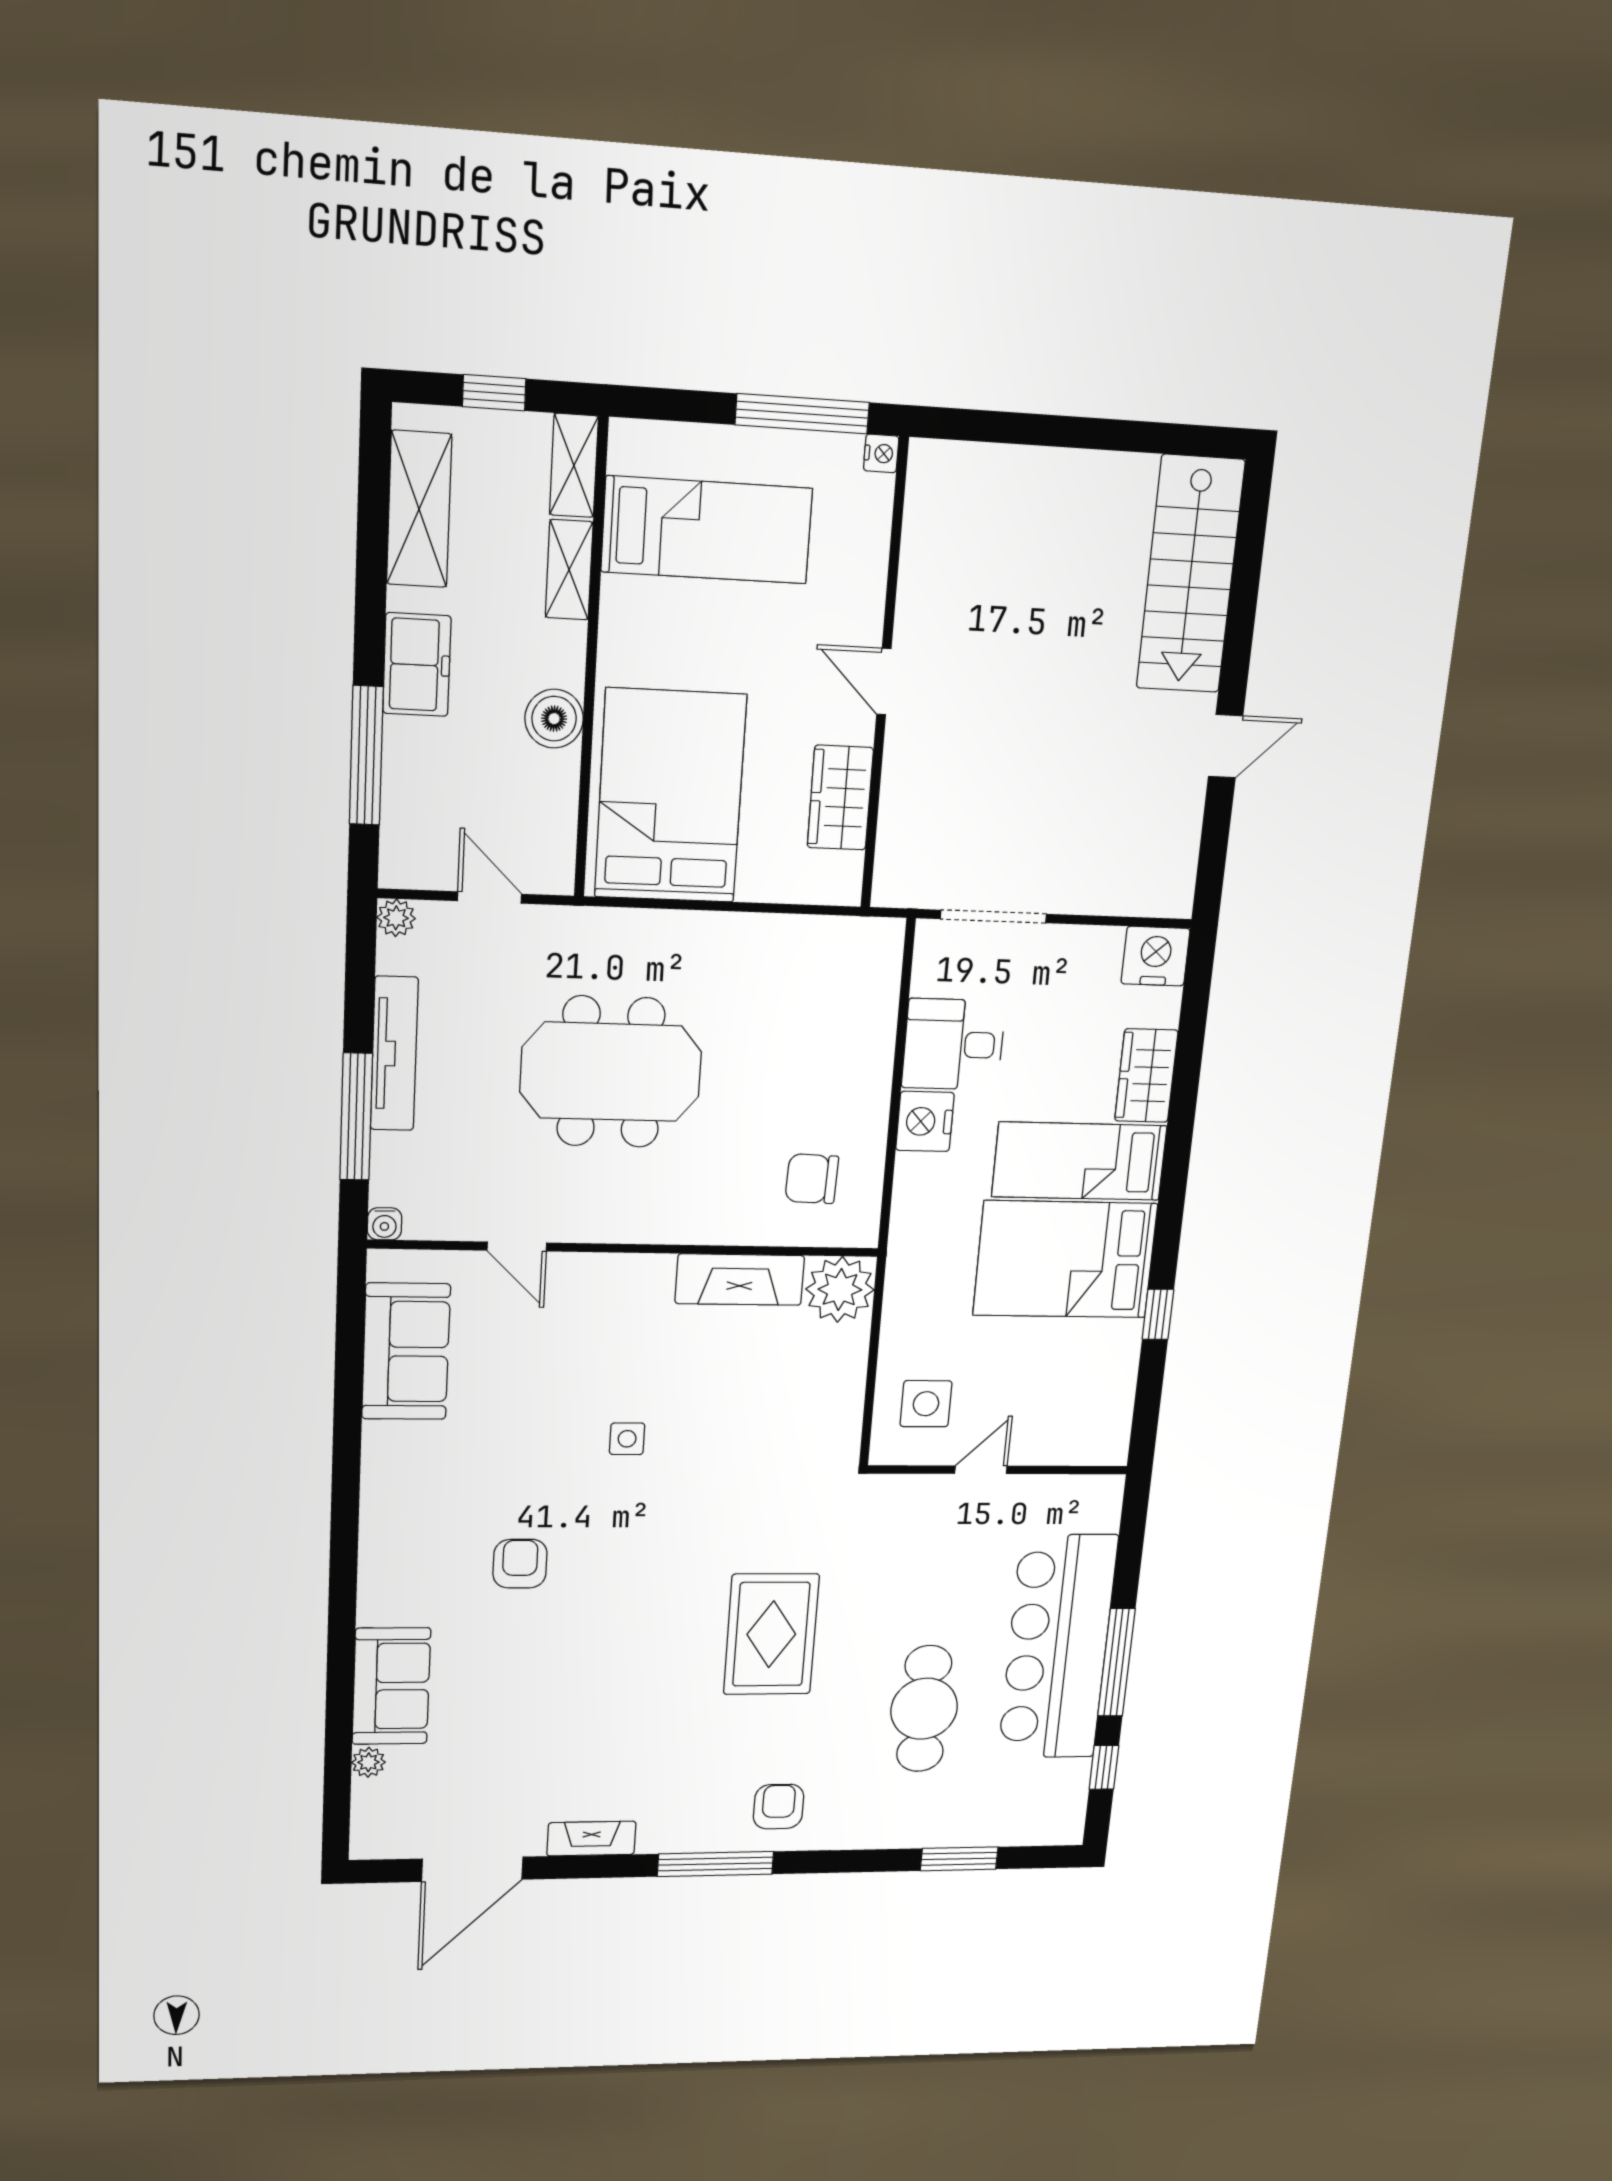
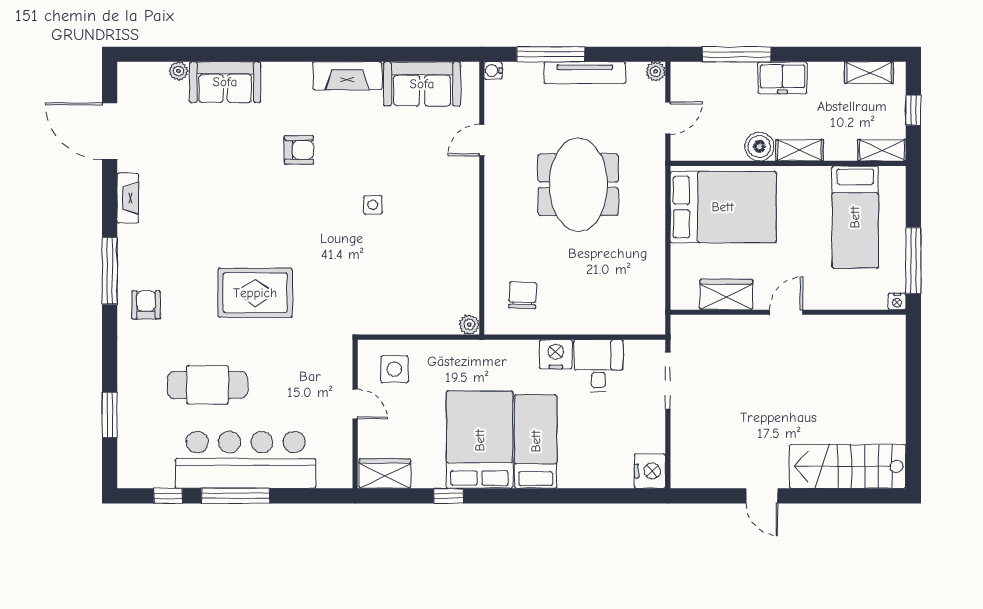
shelving: (419, 509) -> (869, 73), width x0.67, depth x0.75
shelving: (569, 570) -> (800, 150), moved
wardrobe: (1146, 1076) -> (385, 474), moved
fireplace: (740, 1280) -> (347, 76), moved, turned -90
plant: (840, 1289) -> (469, 324), width x0.53, depth x0.53
armchair: (779, 1807) -> (146, 305), turned -90

